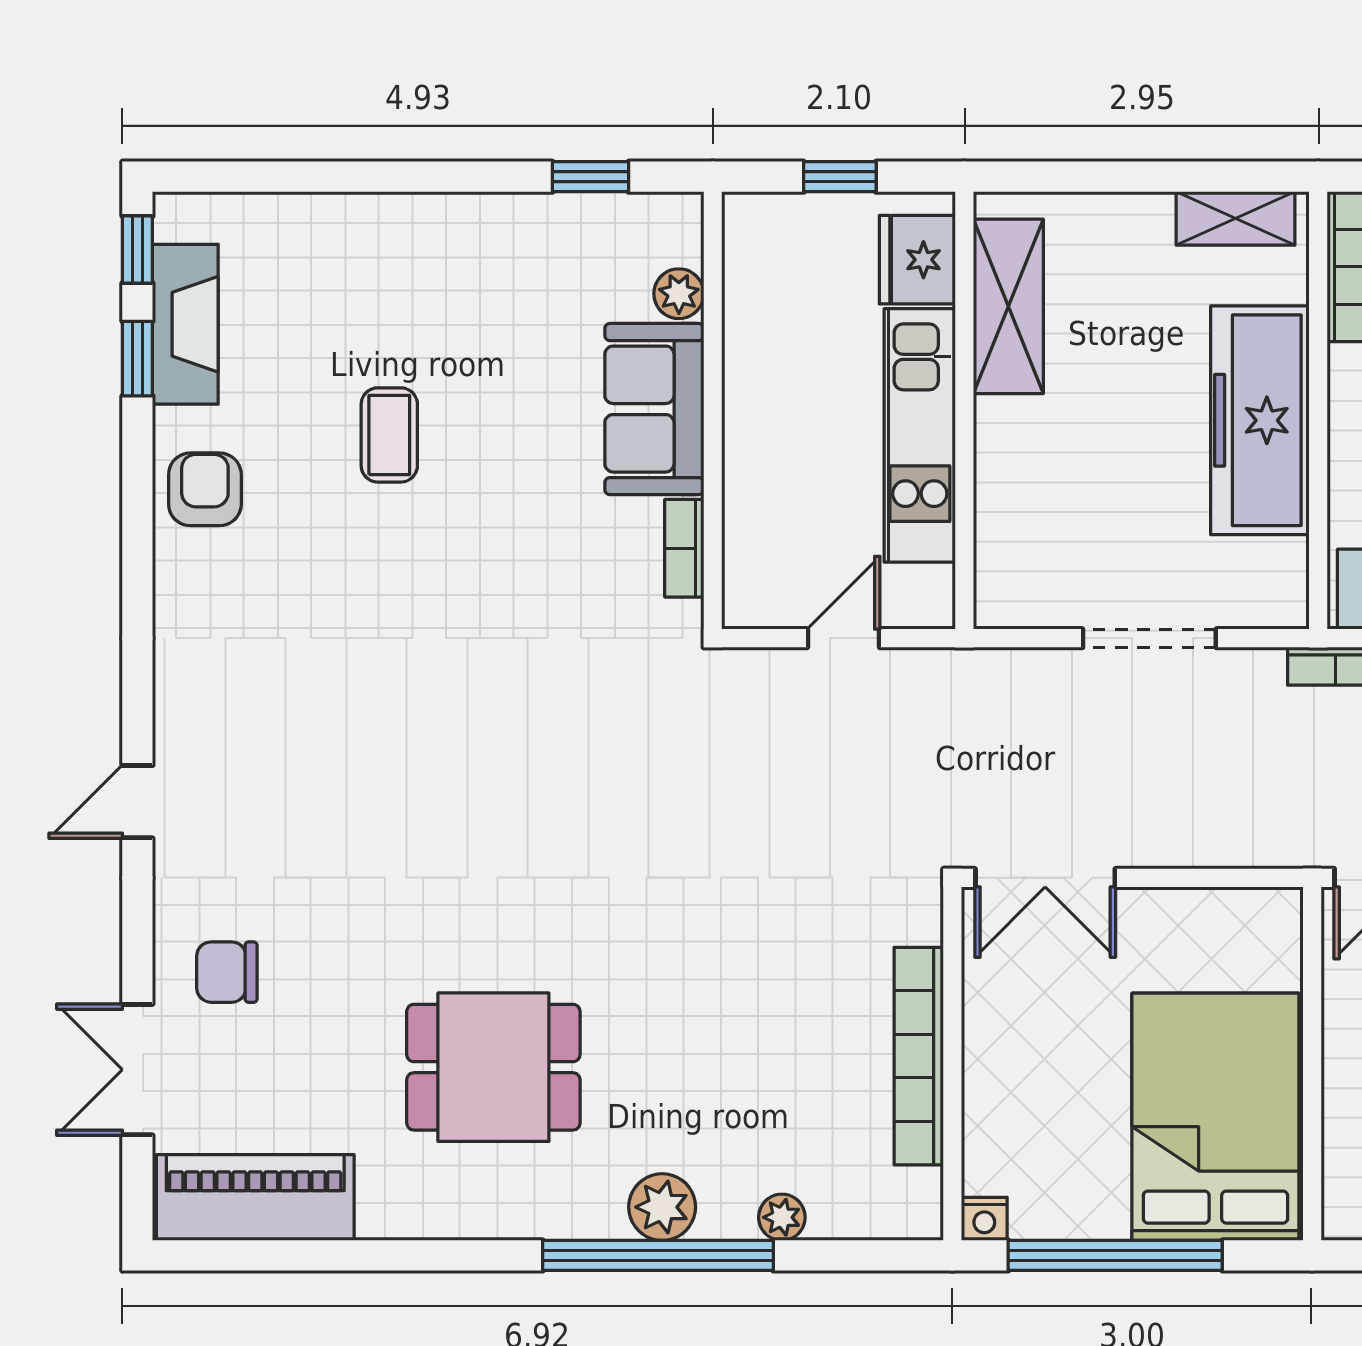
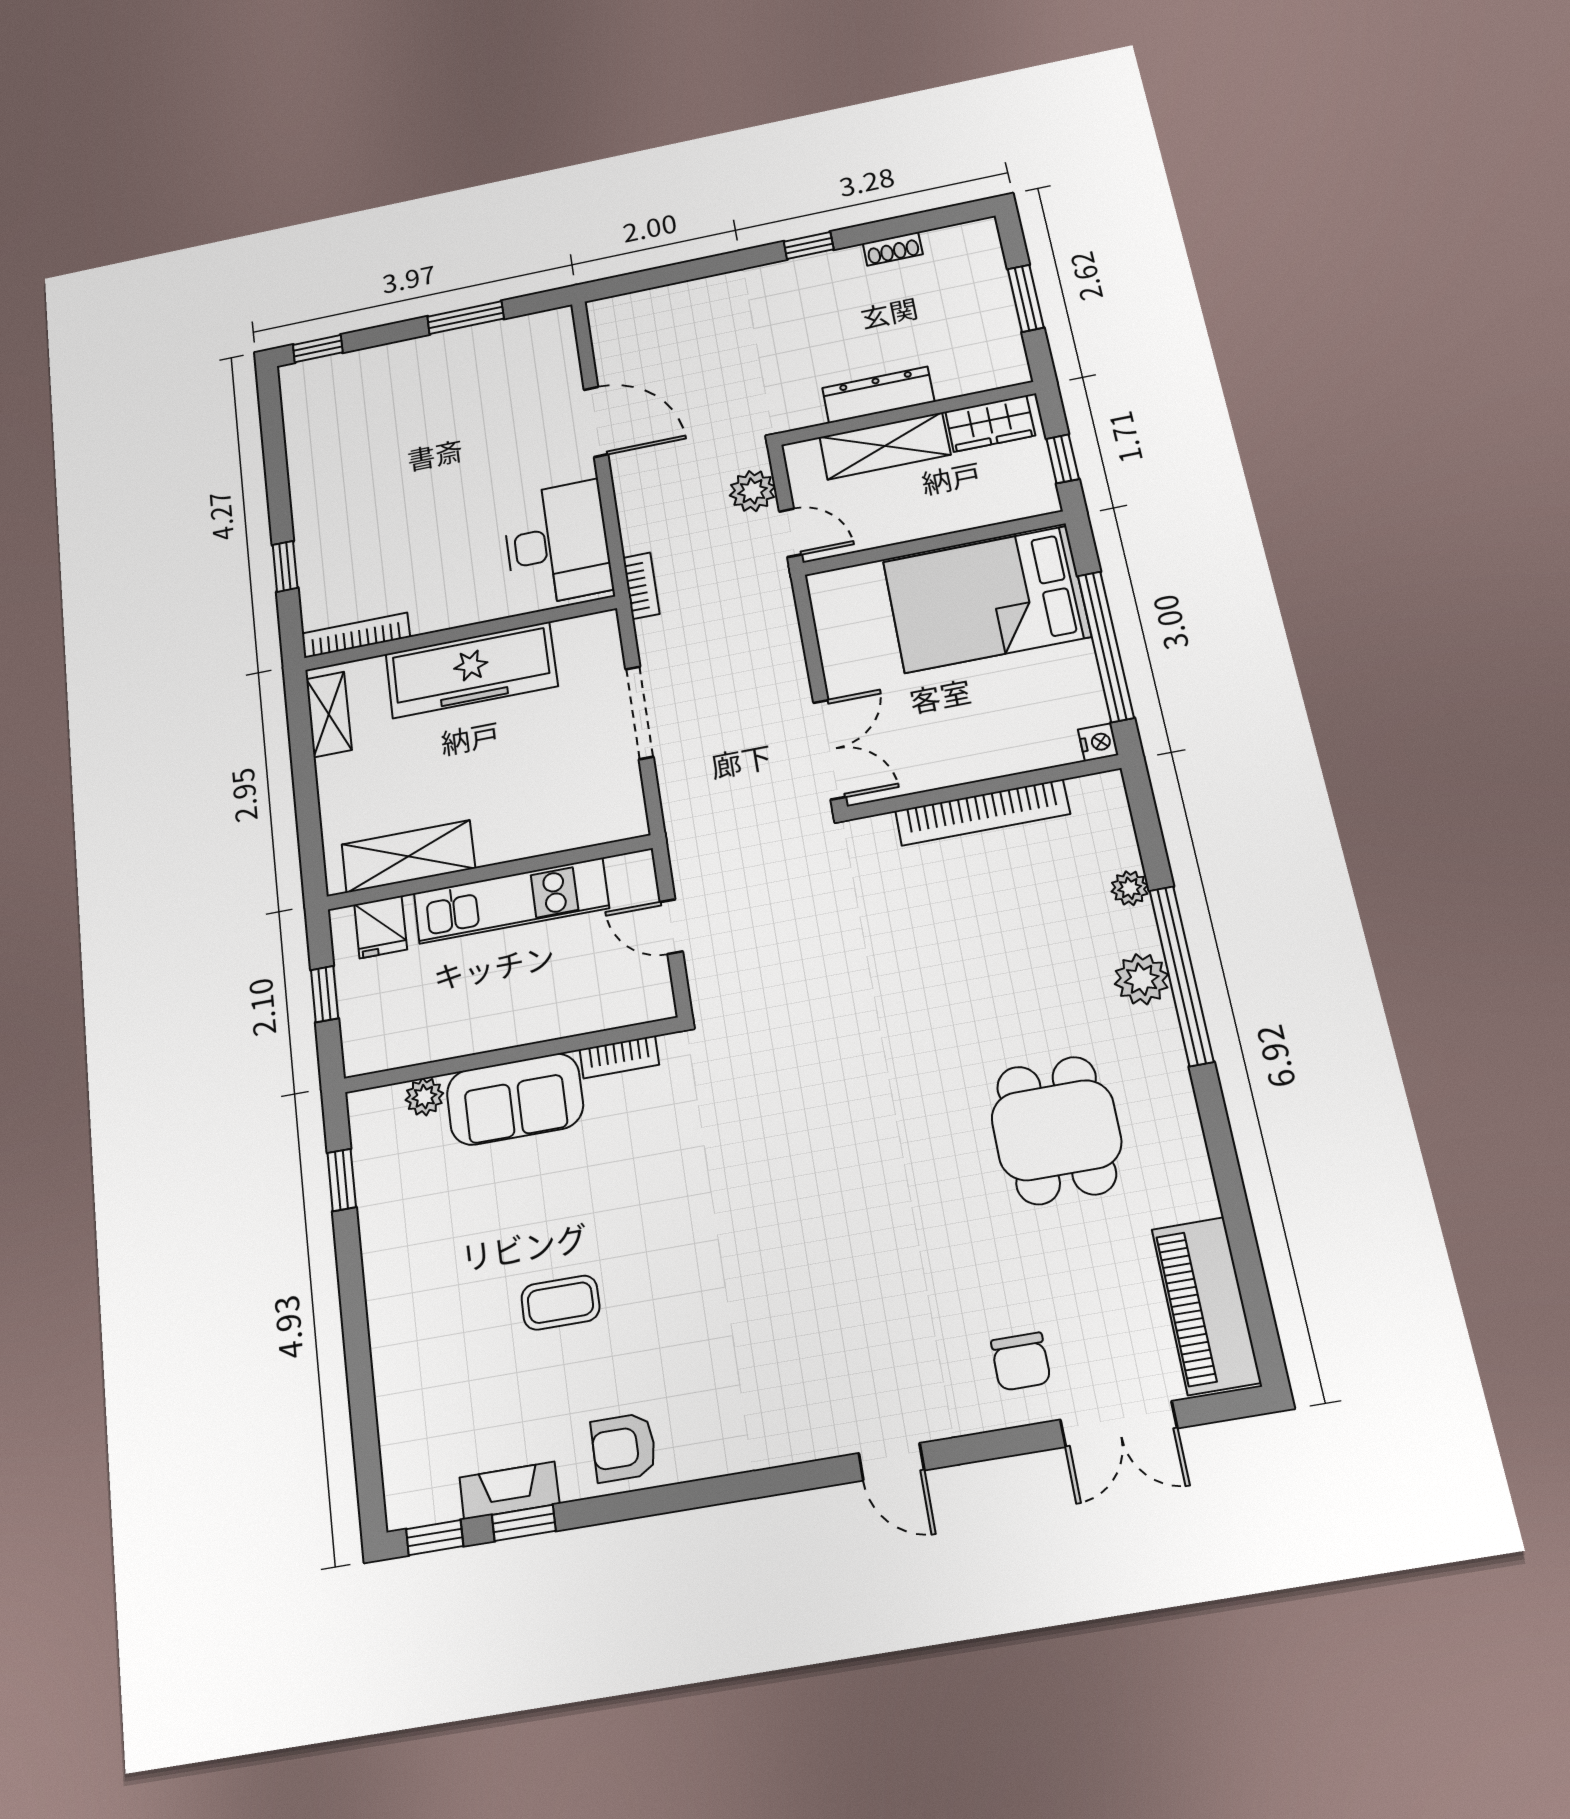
fridge: (917, 260) -> (381, 927), width x0.72
fireplace: (185, 324) -> (509, 1490), width x0.73, depth x0.76

